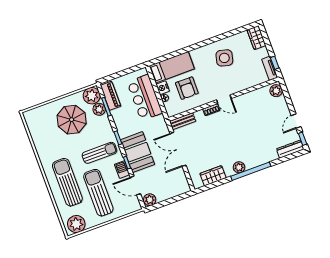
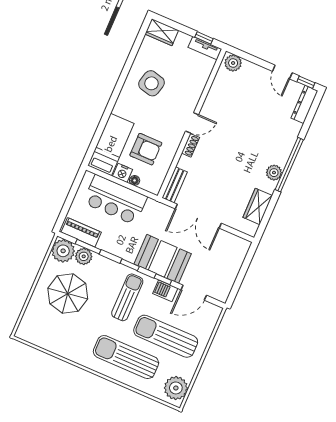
plant: (150, 200) -> (221, 292), removed

